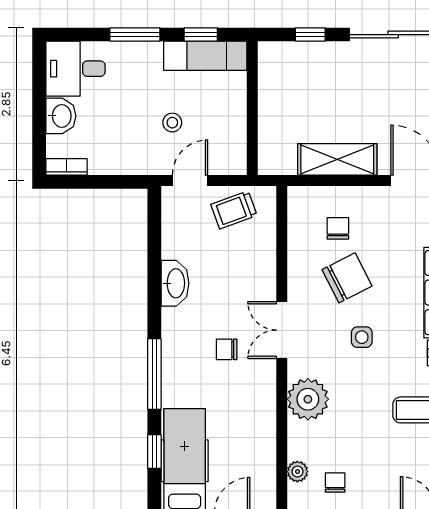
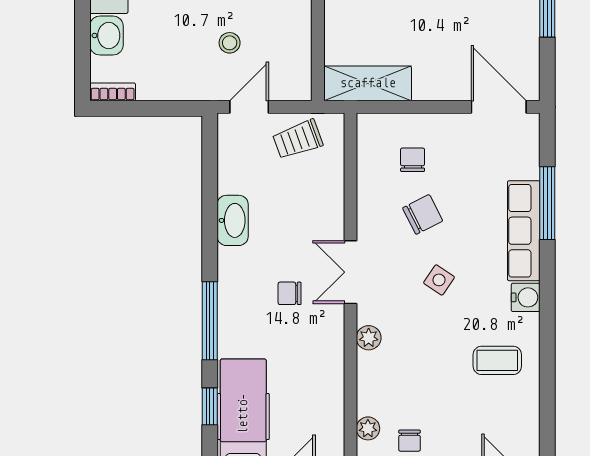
shelving: (337, 159) -> (368, 83), moved
chair: (347, 278) -> (423, 214), width x0.73, depth x0.73
side table: (362, 337) -> (439, 280), turned 34
plant: (308, 399) -> (369, 338), width x0.53, depth x0.53
chair: (335, 483) -> (410, 441), turned 180

